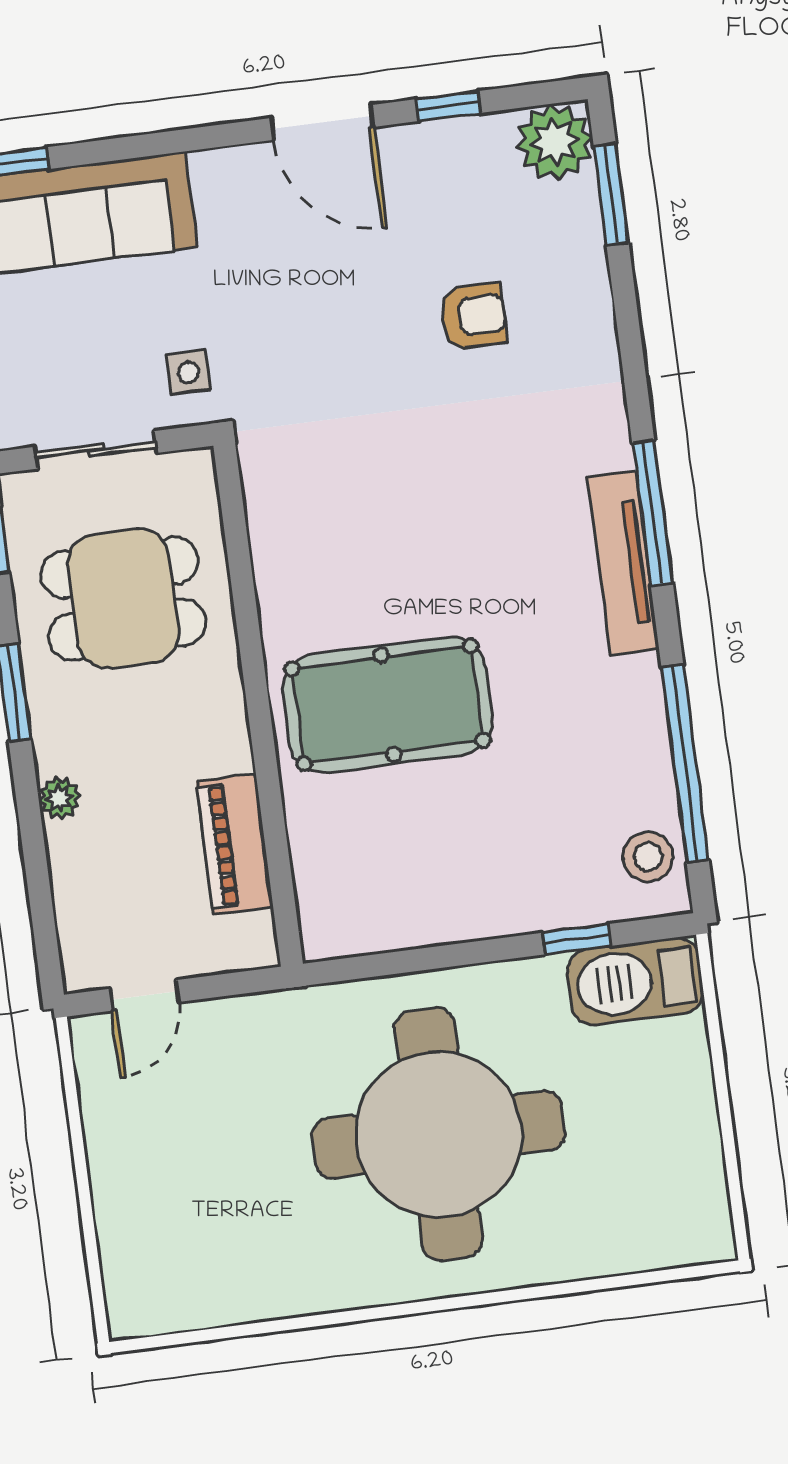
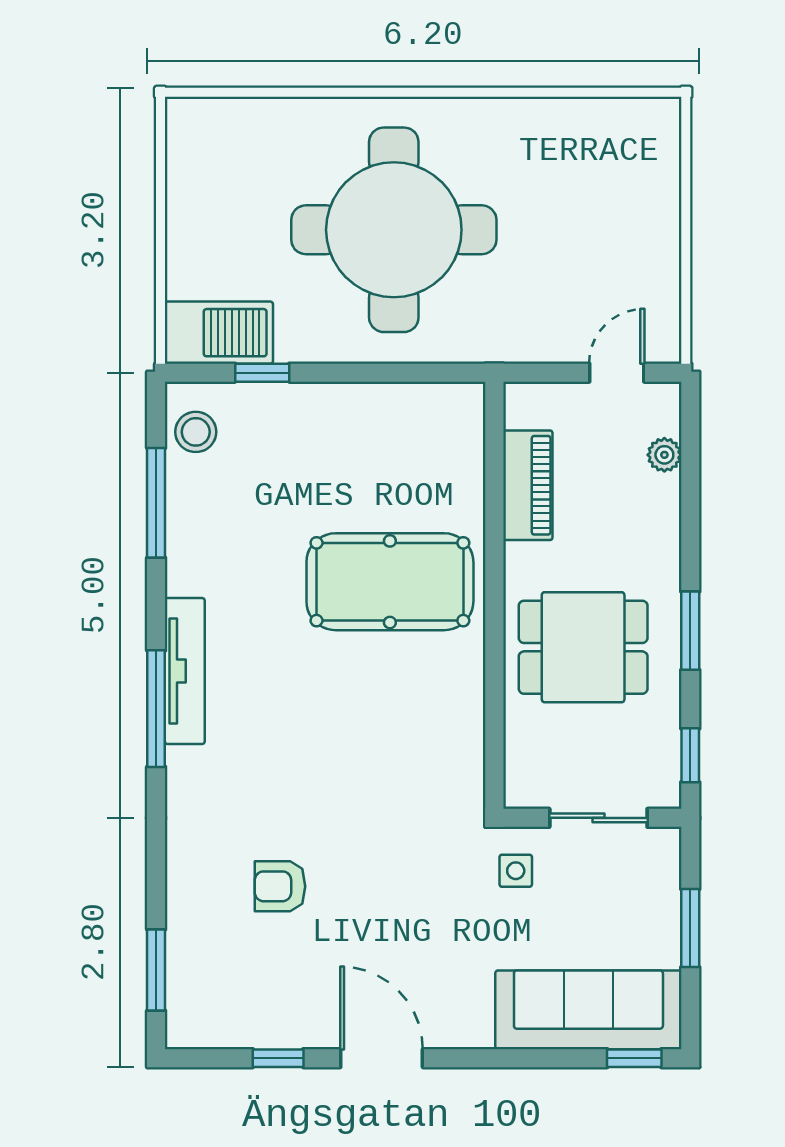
plant: (555, 142) -> (196, 1018), removed
dining table: (123, 599) -> (583, 647), moved
window: (685, 764) -> (156, 503), width x0.68
plant: (59, 798) -> (664, 455), moved

